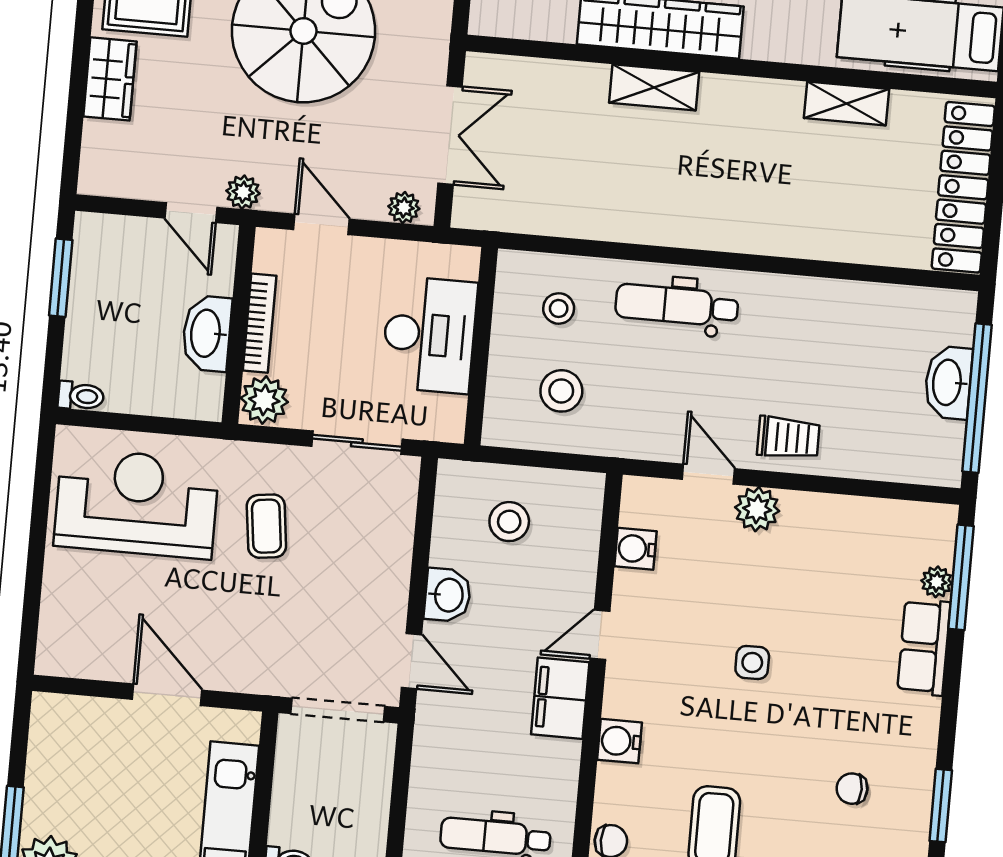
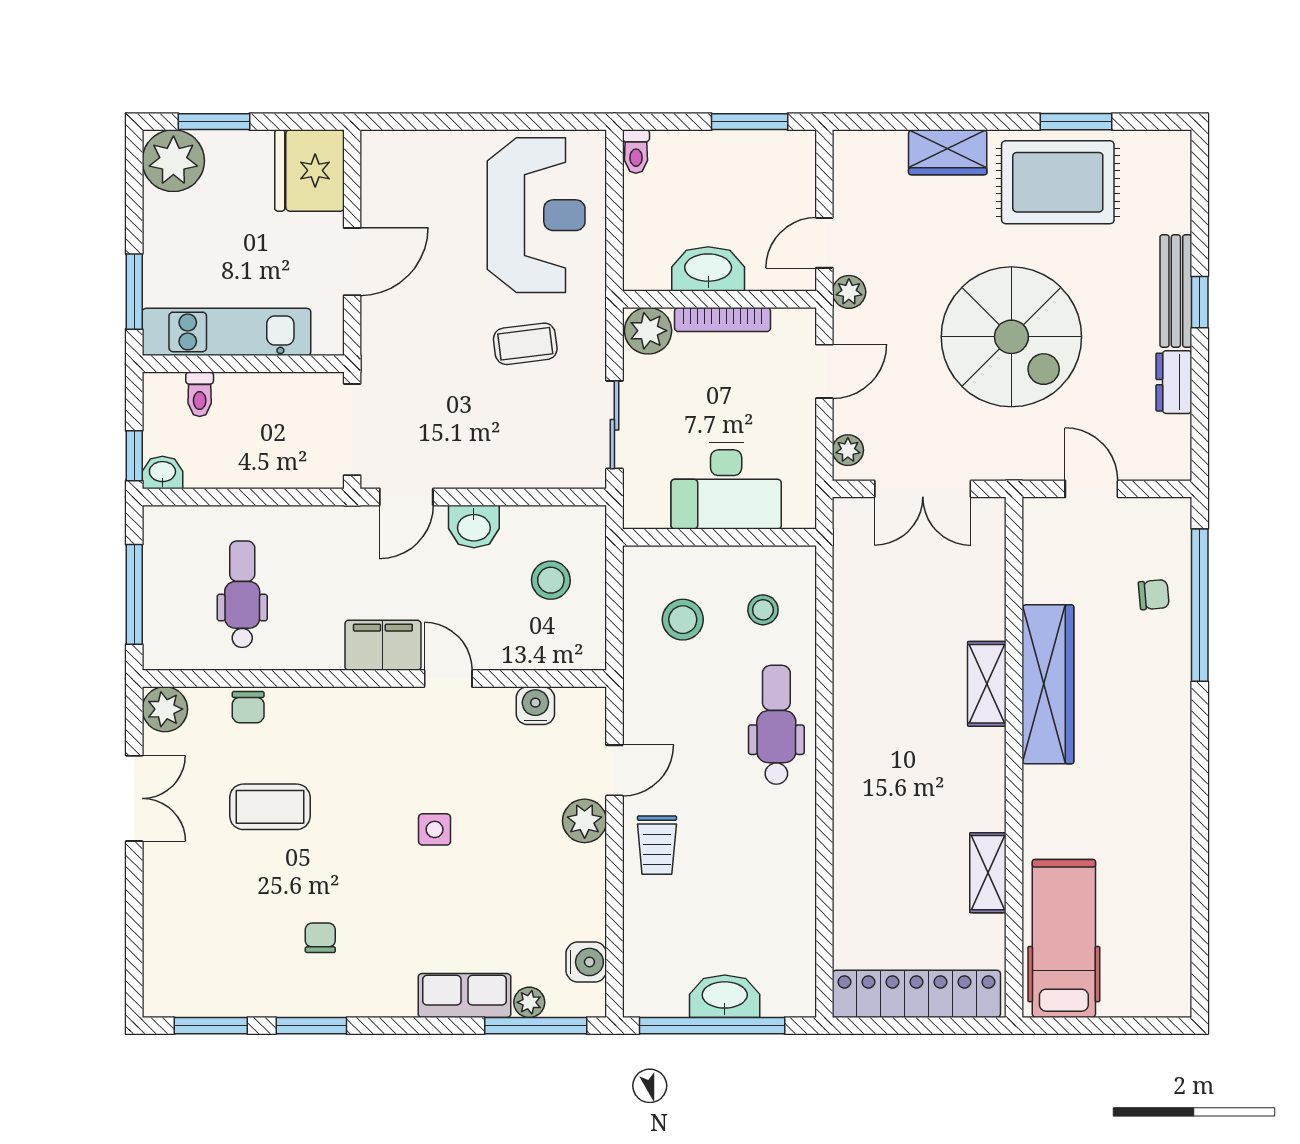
fridge: (71, 730) -> (309, 170), added
water cooler: (620, 741) -> (586, 962), moved, turned 90

